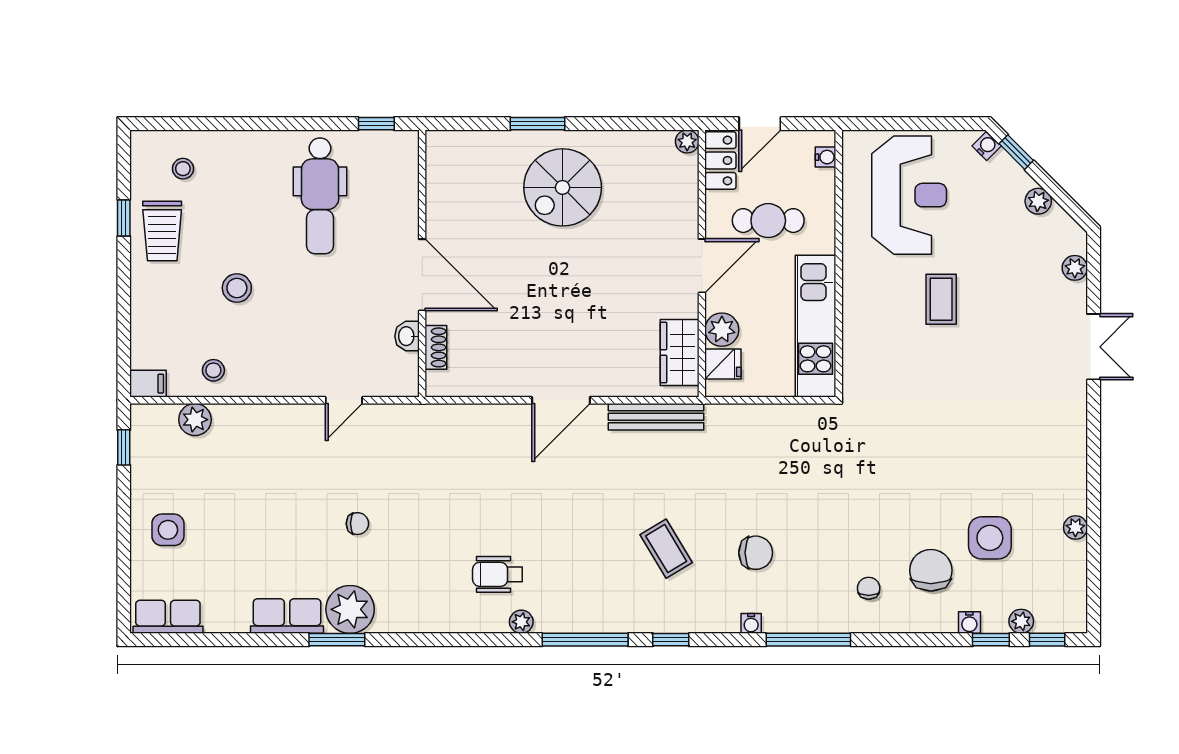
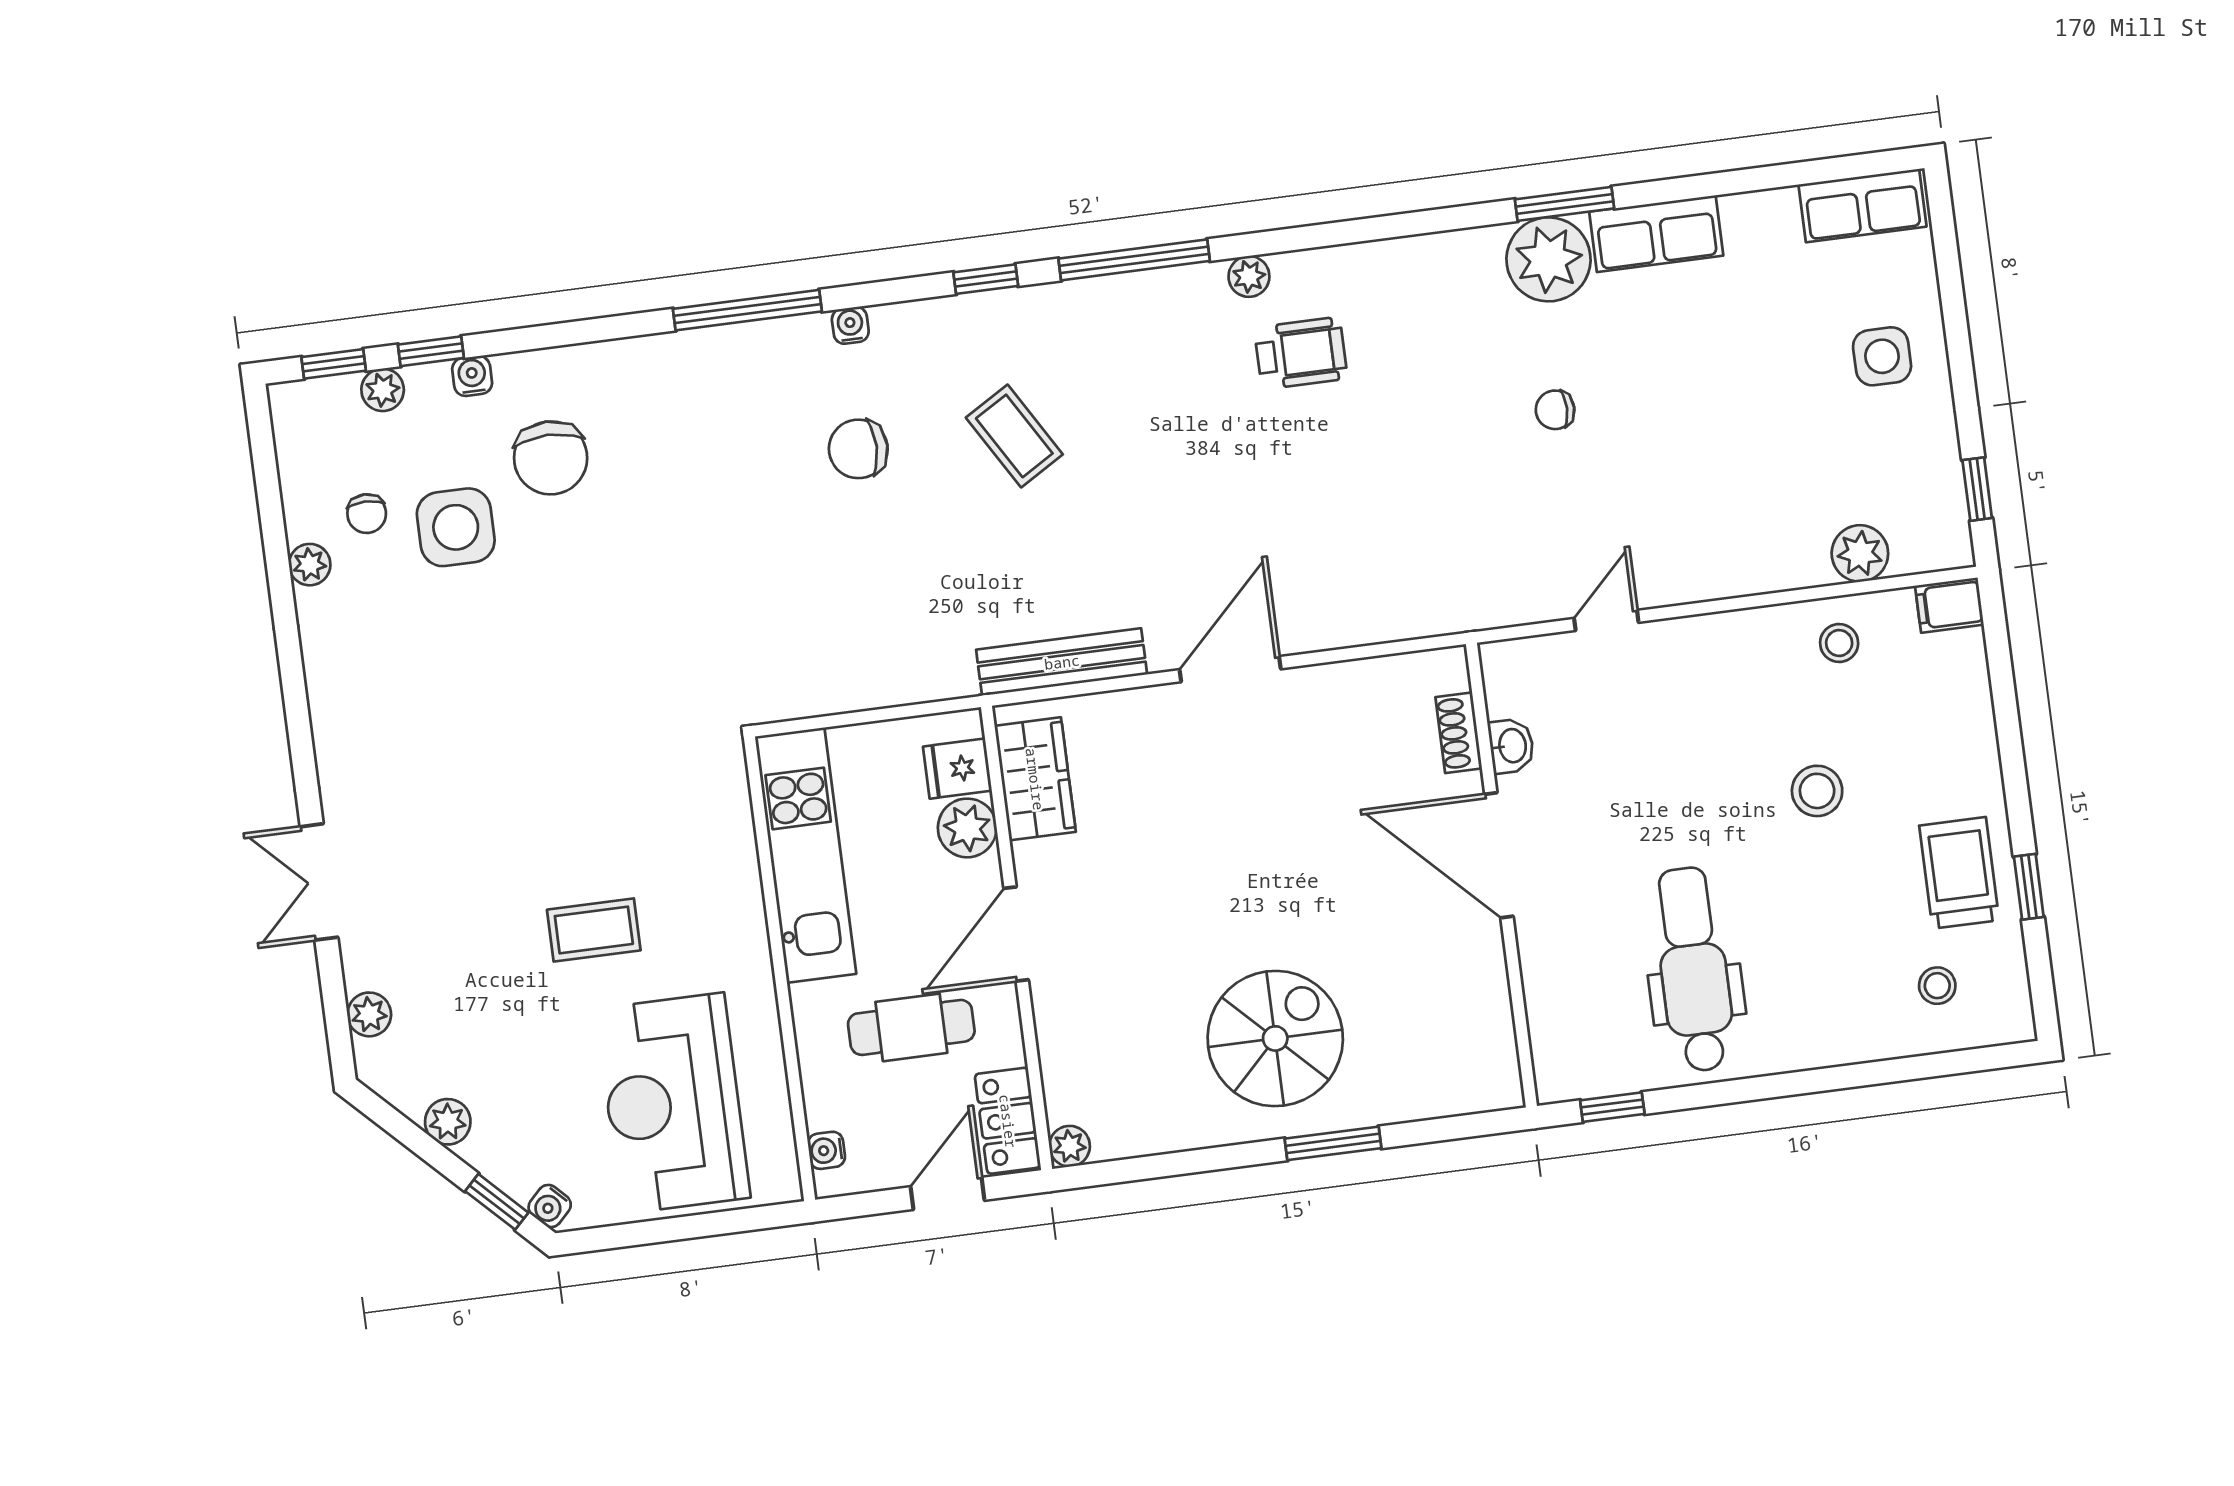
coffee table: (941, 299) -> (594, 930), turned 90
chair: (869, 588) -> (367, 514), moved

